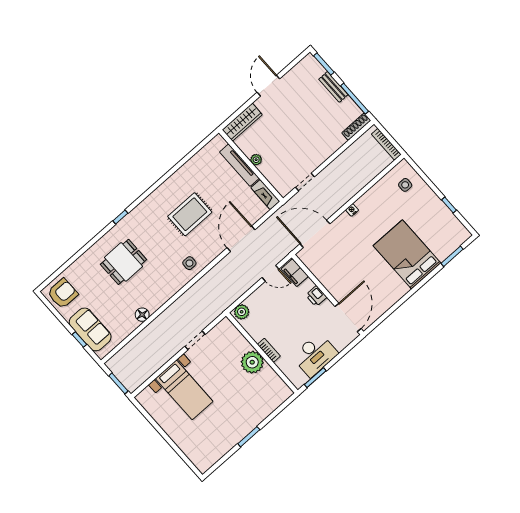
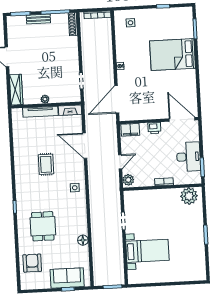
rug: (190, 214) -> (46, 164), width x0.73, depth x0.70
door: (270, 273) -> (120, 162), moved
armchair: (63, 293) -> (32, 263), moved
plant: (252, 362) -> (189, 196), moved

